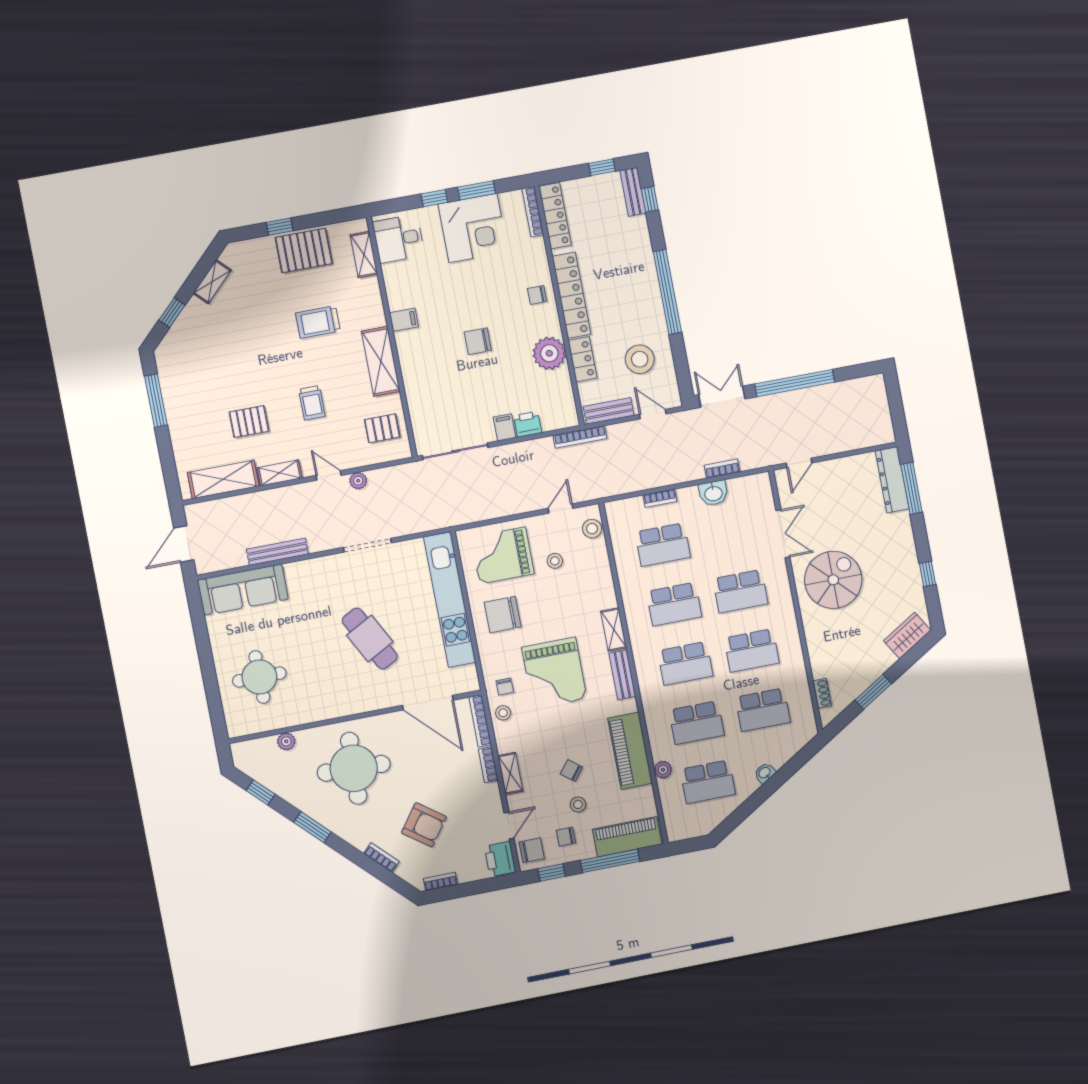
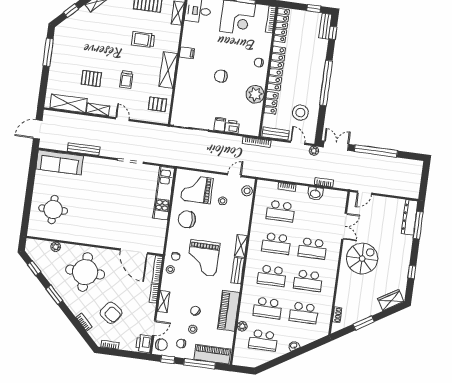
plant: (358, 481) -> (314, 151), moved
kitchen unit: (450, 600) -> (164, 193), width x0.73
cafe table: (370, 639) -> (115, 209), removed

